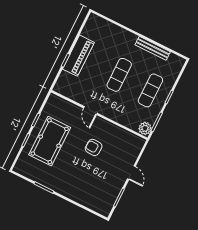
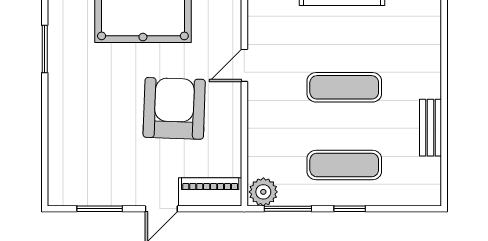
bench: (153, 48) -> (430, 128), width x0.73
armchair: (94, 147) -> (174, 108), width x1.88, depth x1.88
piano: (134, 150) -> (210, 192), added

